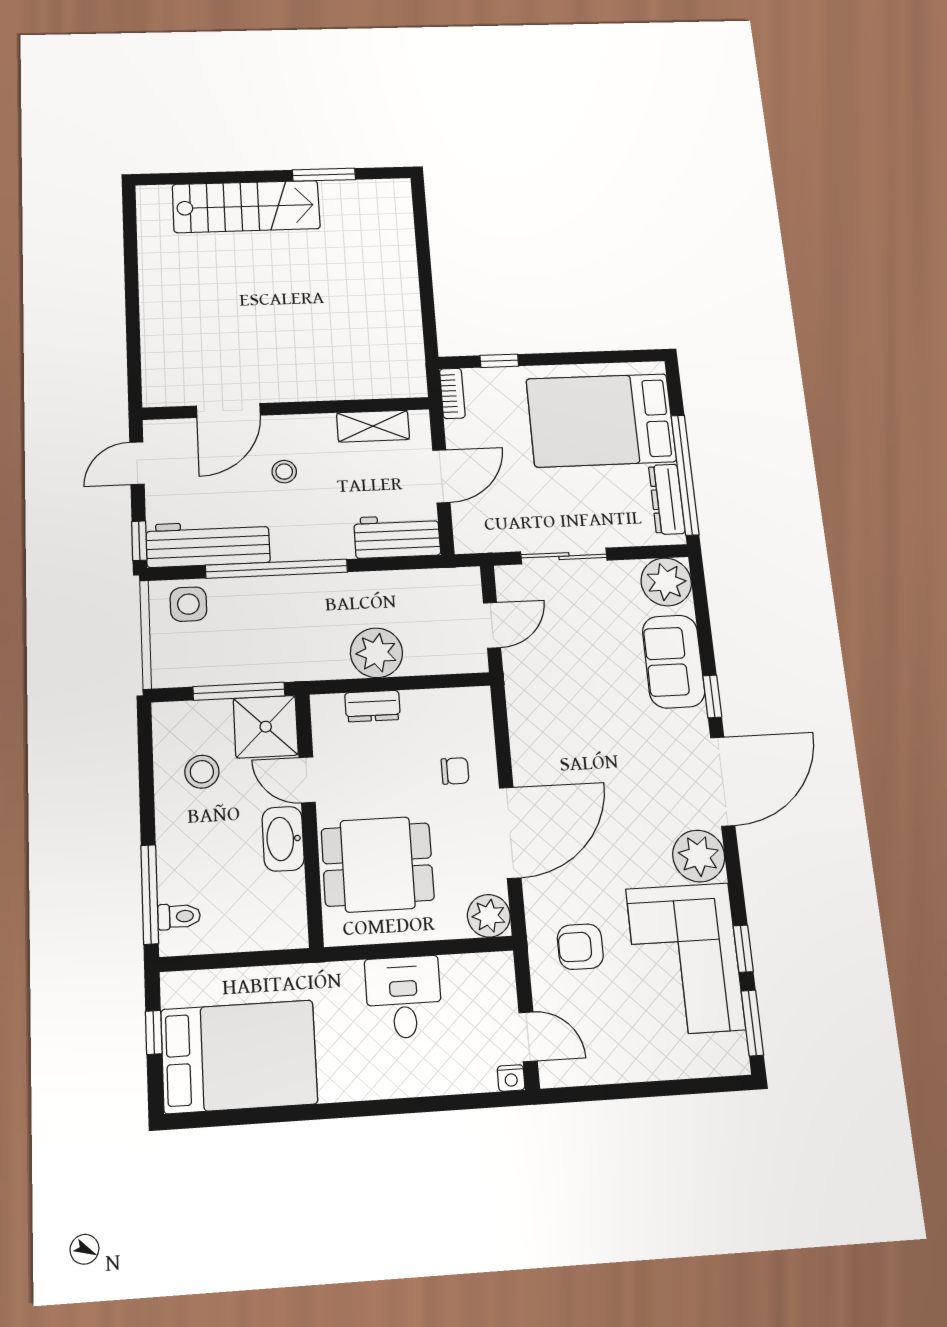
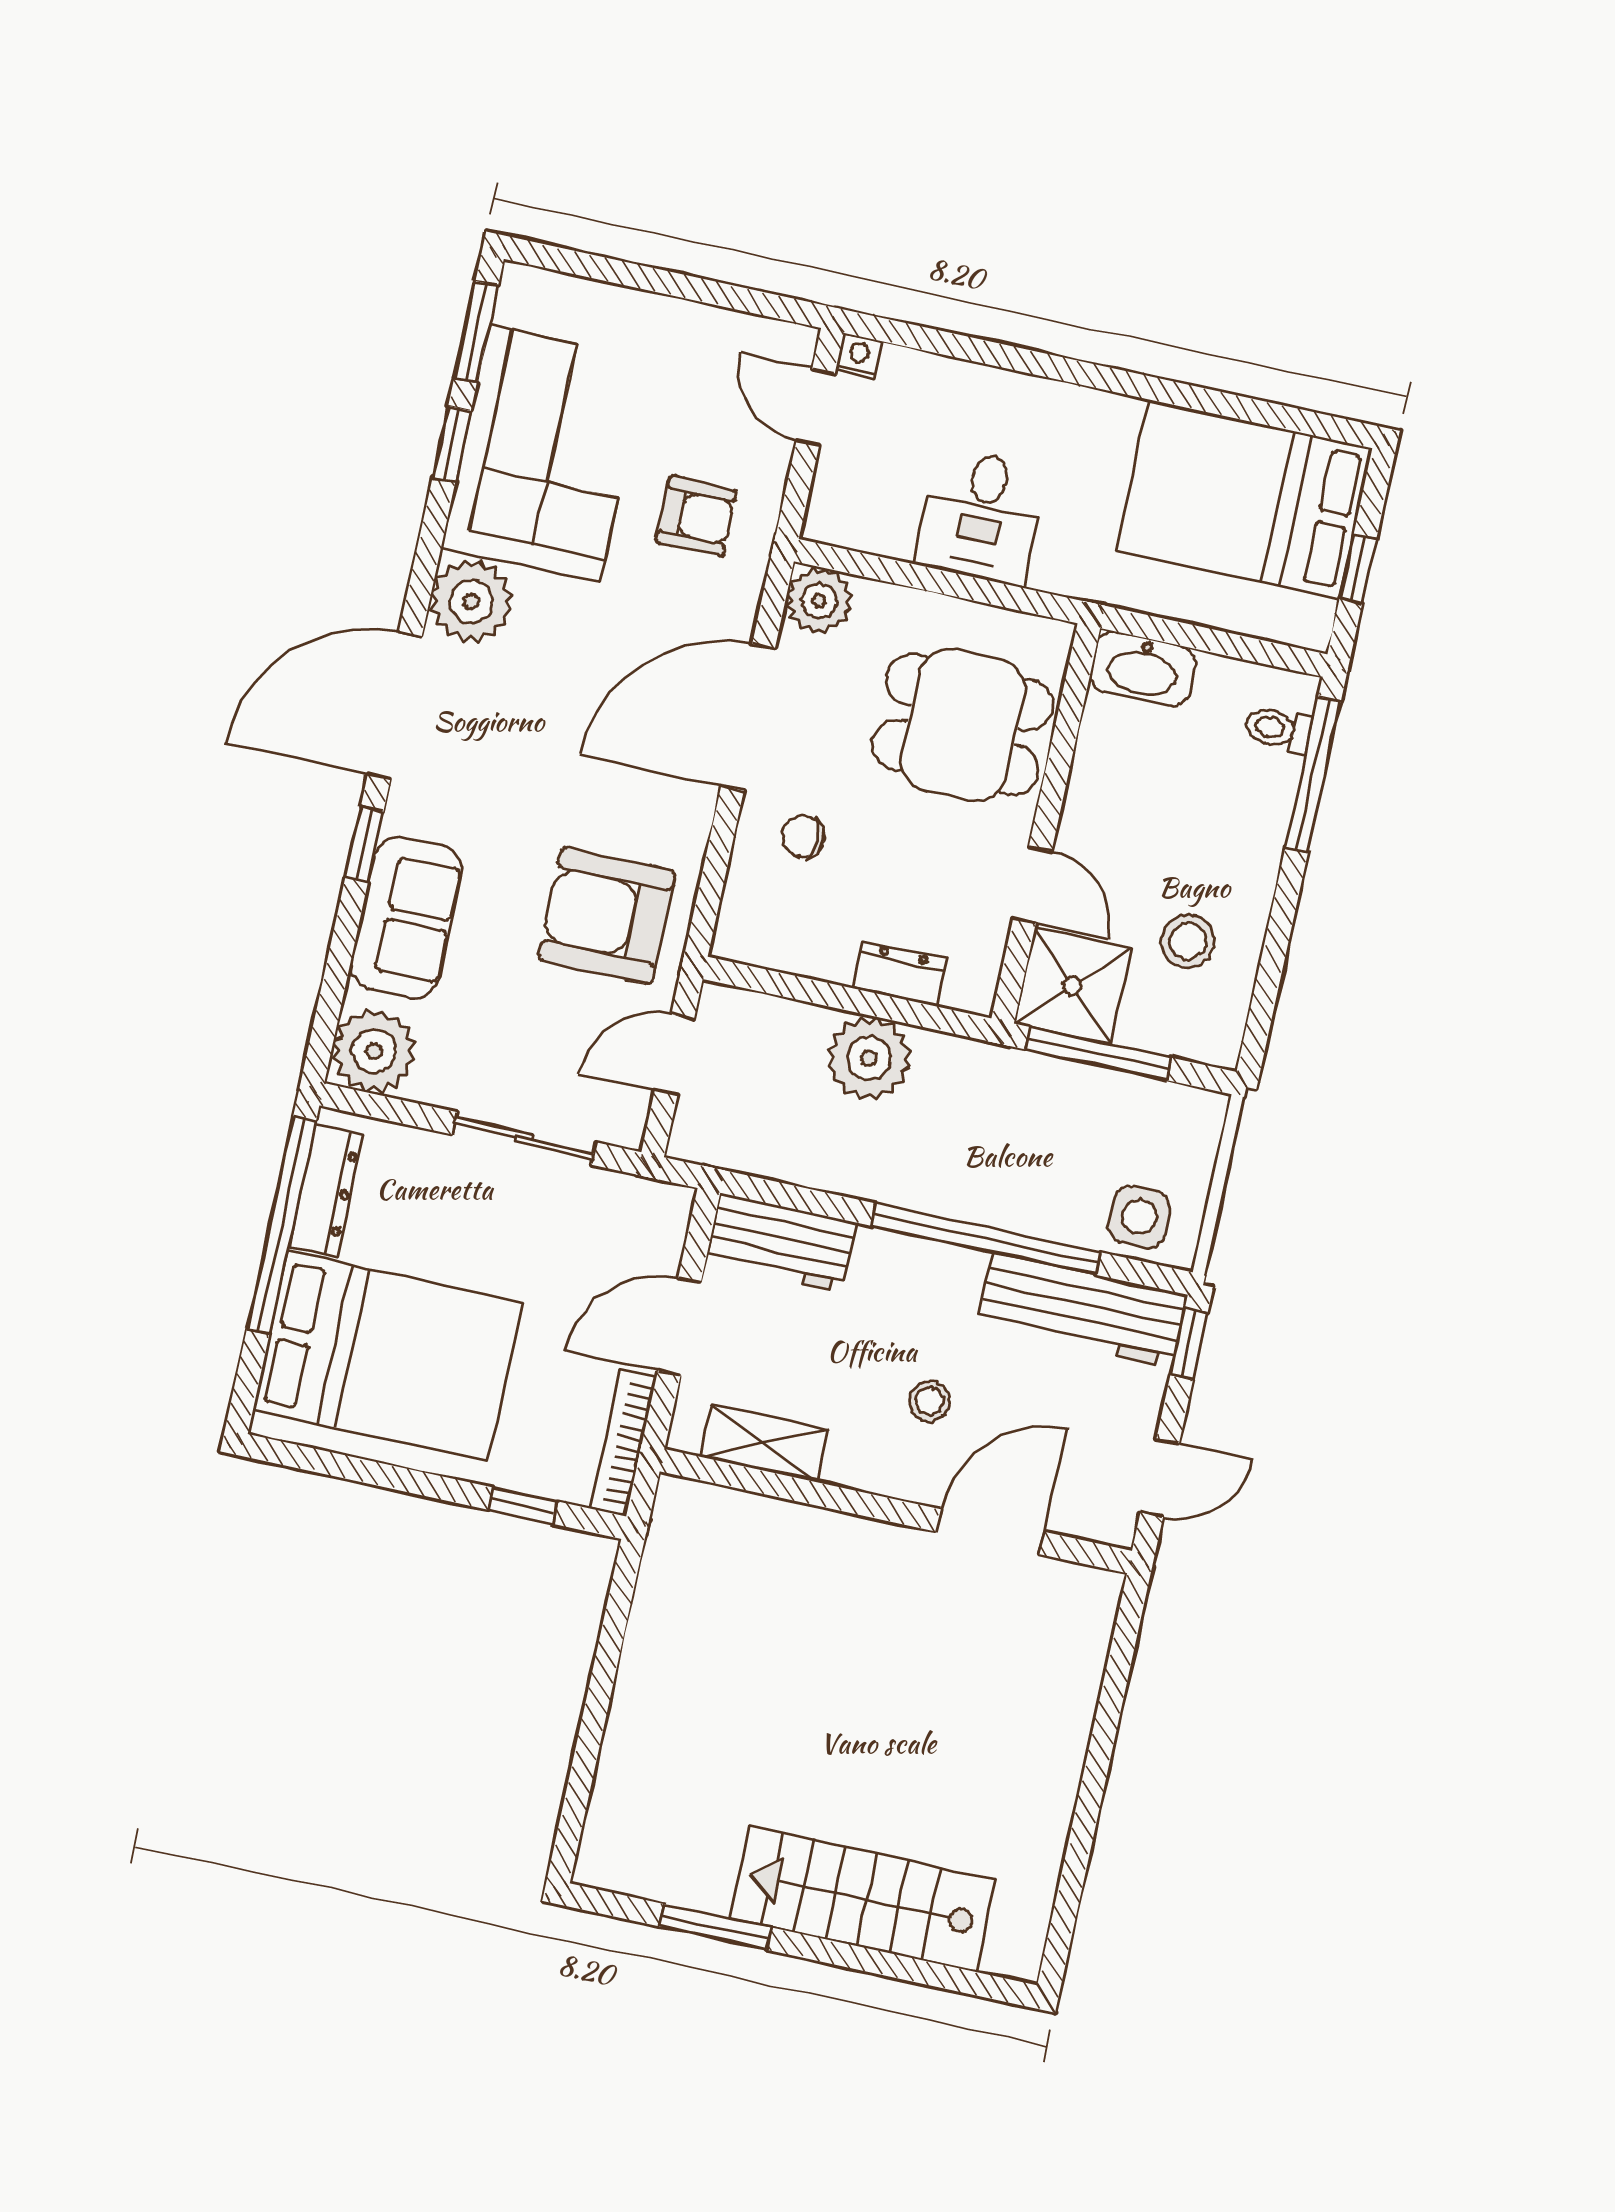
bookcase: (452, 393) -> (624, 1442), width x1.56
armchair: (557, 693) -> (607, 916), added
washbasin: (283, 839) -> (1143, 669), moved, turned 90

